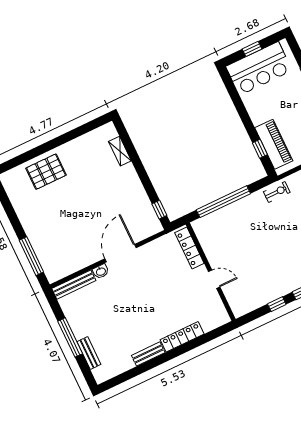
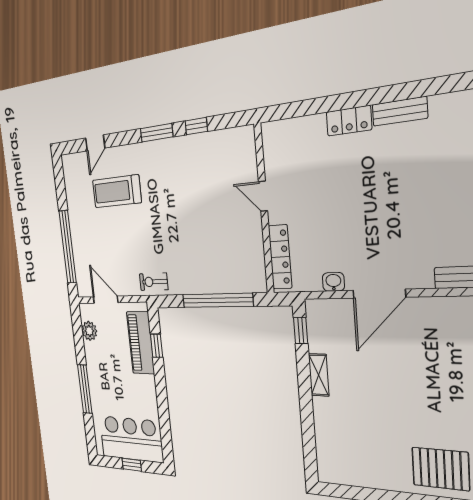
shelving: (120, 151) -> (319, 375), moved
washbasin: (101, 271) -> (333, 282), moved
locker: (182, 337) -> (349, 121), width x0.66

